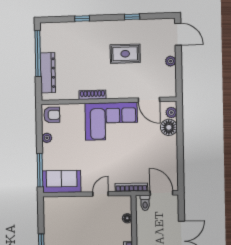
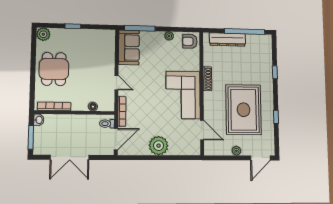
rug: (125, 54) -> (244, 110), width x1.86, depth x2.06
door: (149, 100) -> (202, 130), swing flipped
plant: (171, 112) -> (159, 146), moved, width x1.88, depth x1.88
armchair: (52, 115) -> (190, 41), turned 90
floor lamp: (169, 127) -> (177, 148), removed

